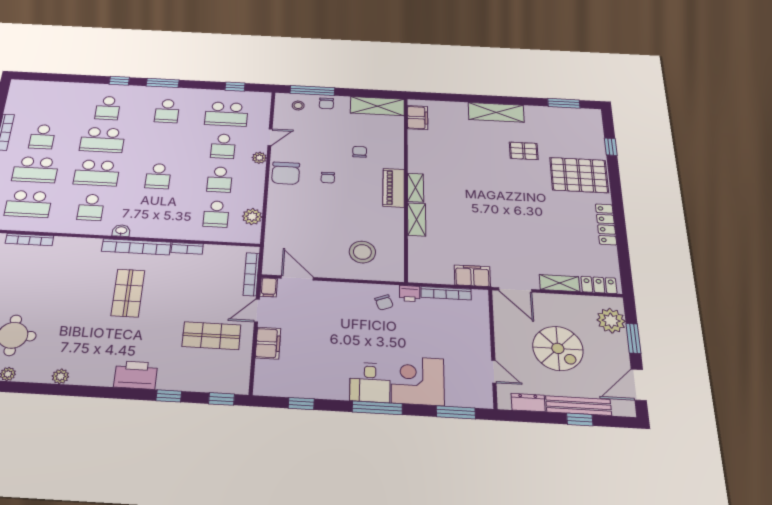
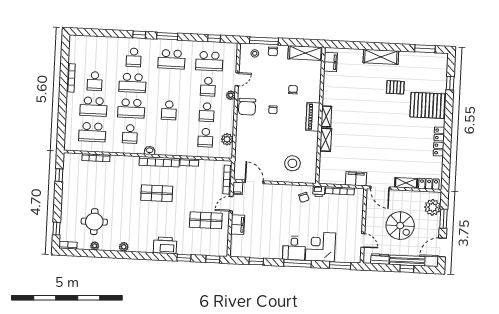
school desk: (167, 111) -> (171, 59), width x1.85
shop shelf: (128, 293) -> (157, 193), turned 90

